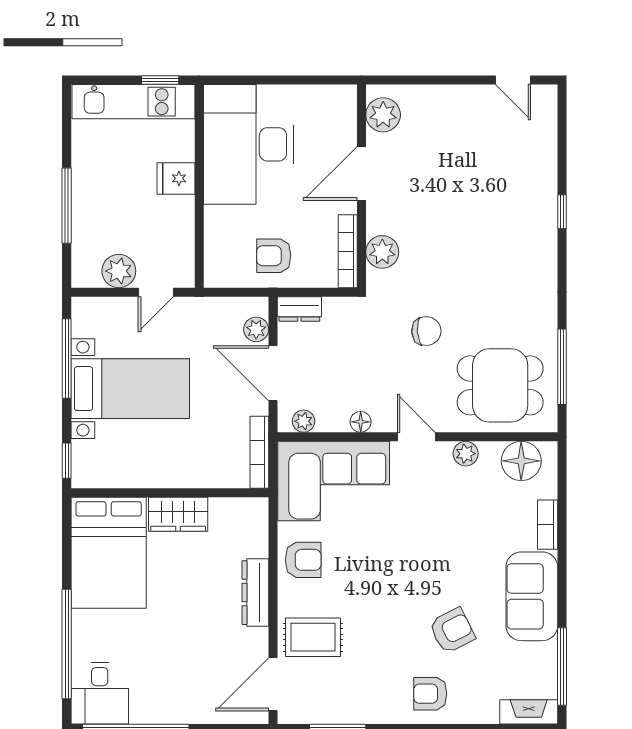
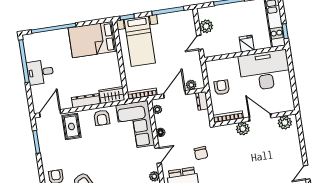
plant: (382, 252) -> (243, 129), moved
door: (156, 292) -> (200, 42), hinge flipped
bed with nightstands: (130, 389) -> (140, 41), moved
wardrobe: (178, 514) -> (112, 95), moved, turned 90
door: (273, 684) -> (50, 113), hinge flipped
desk: (100, 693) -> (40, 72), moved

